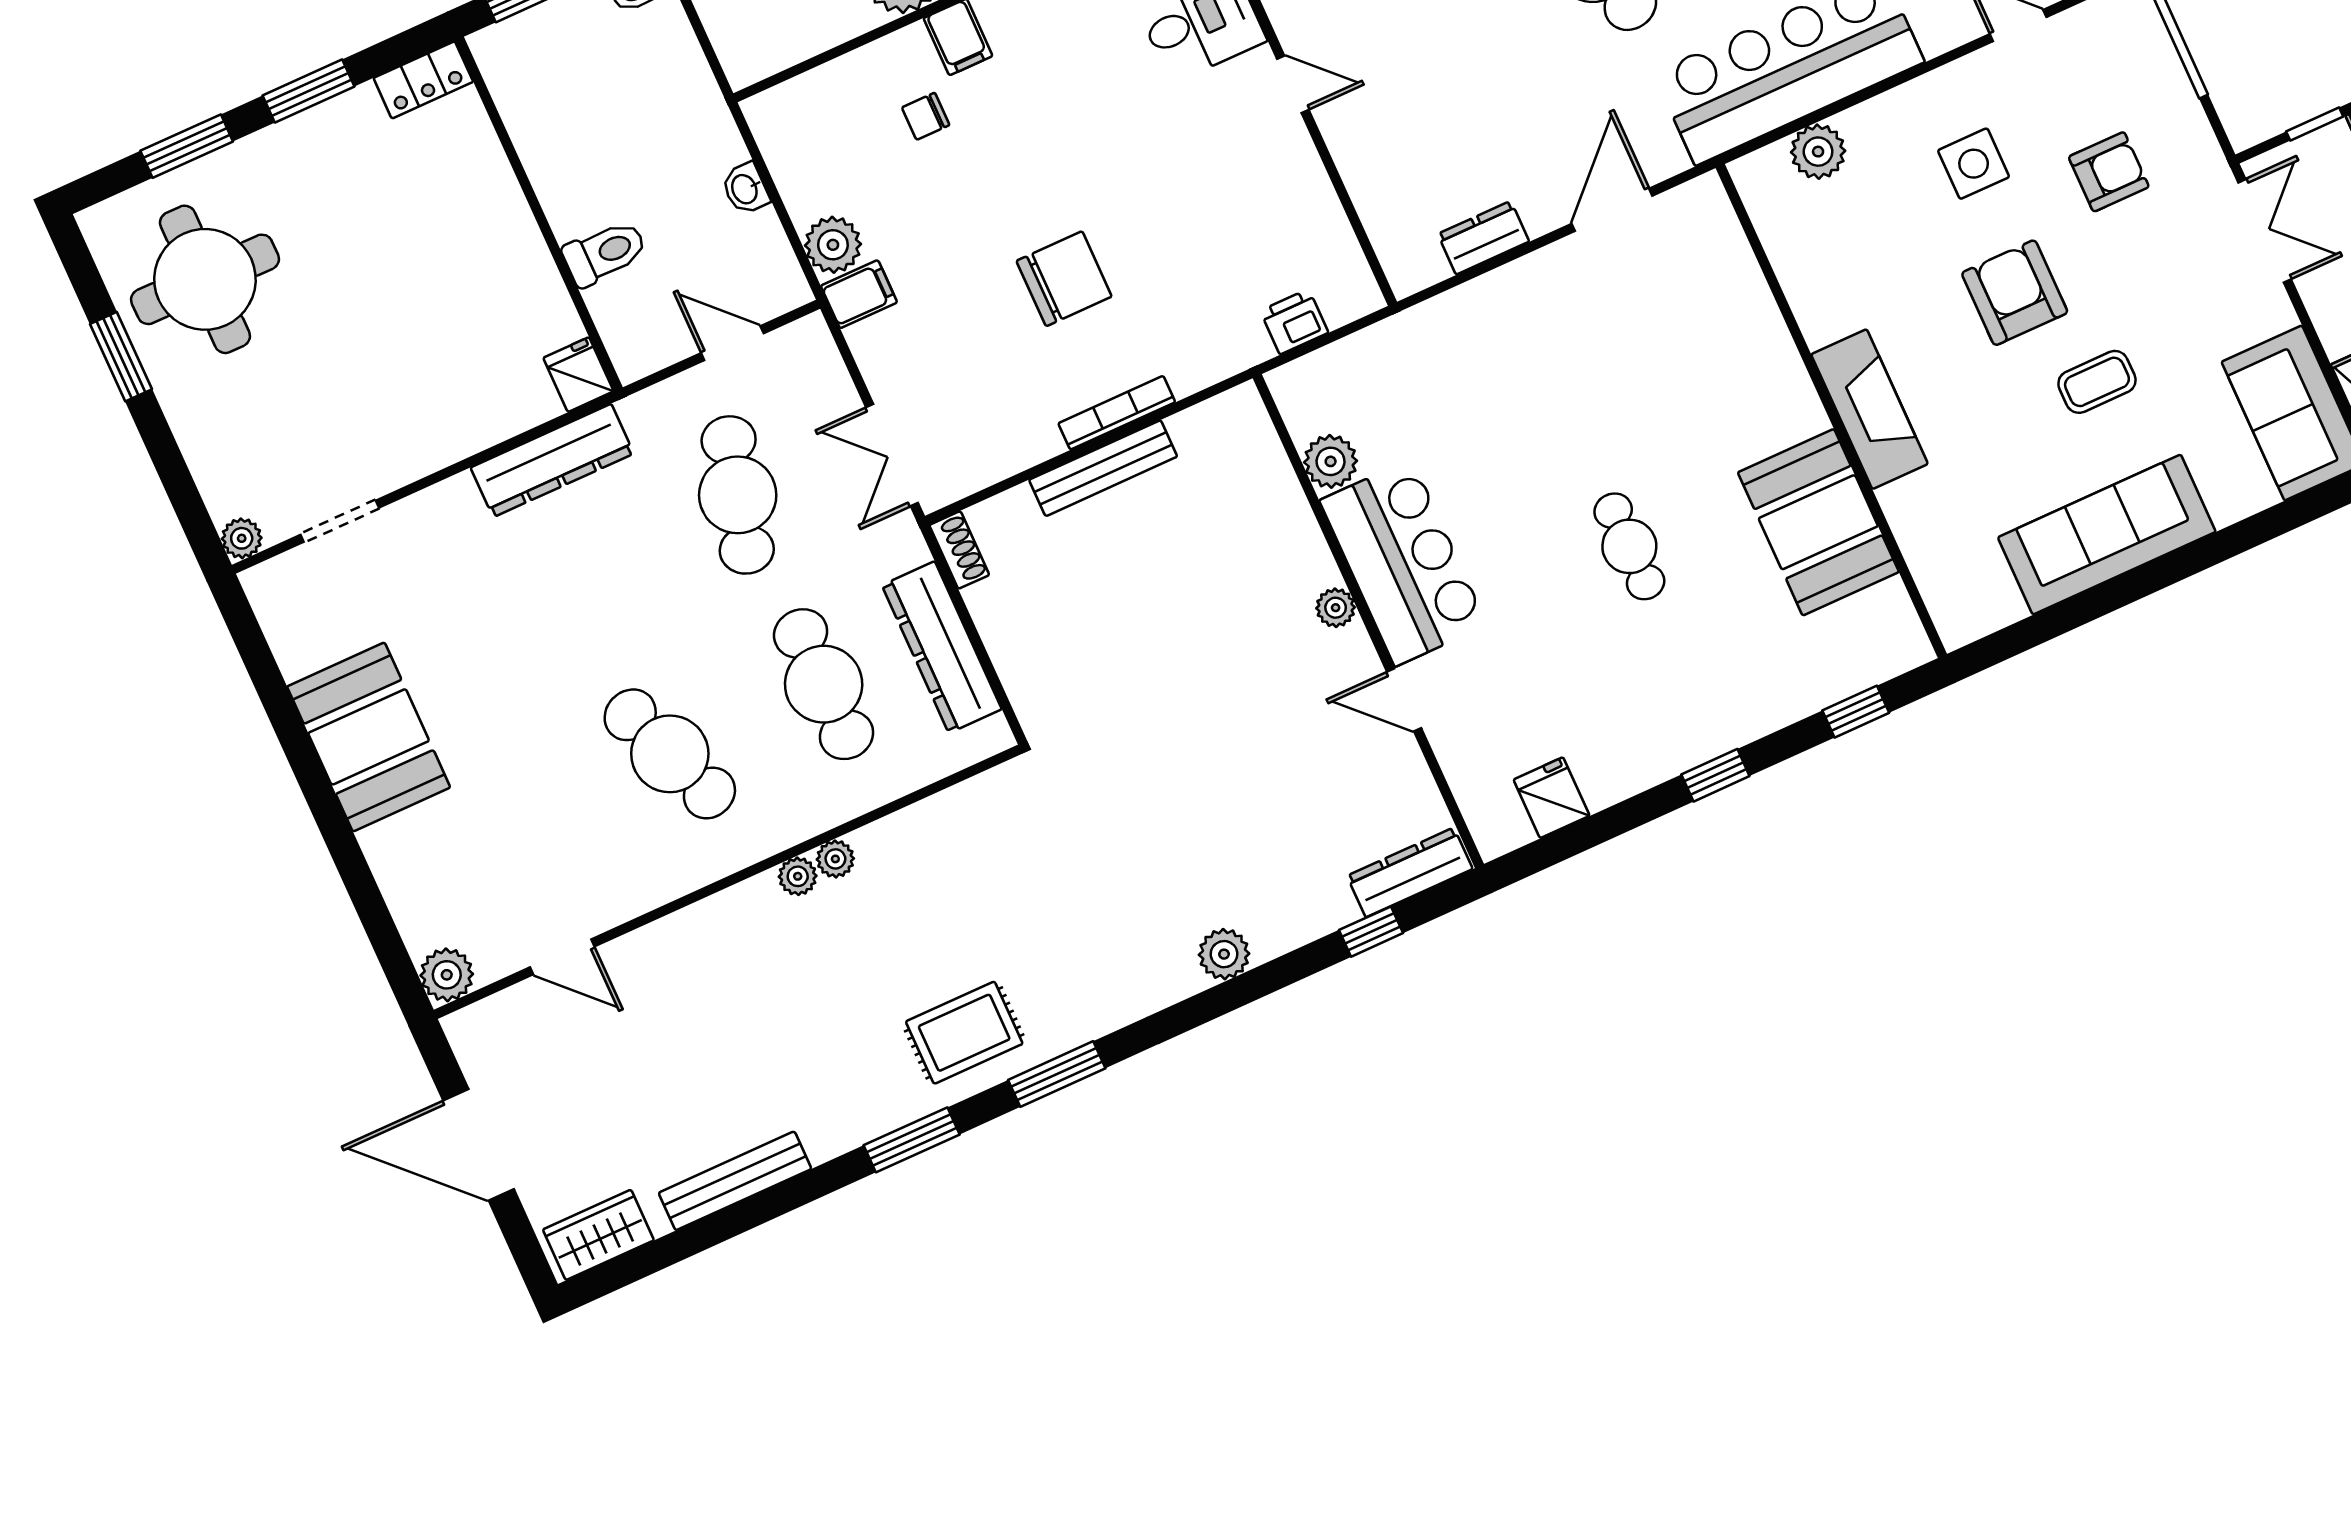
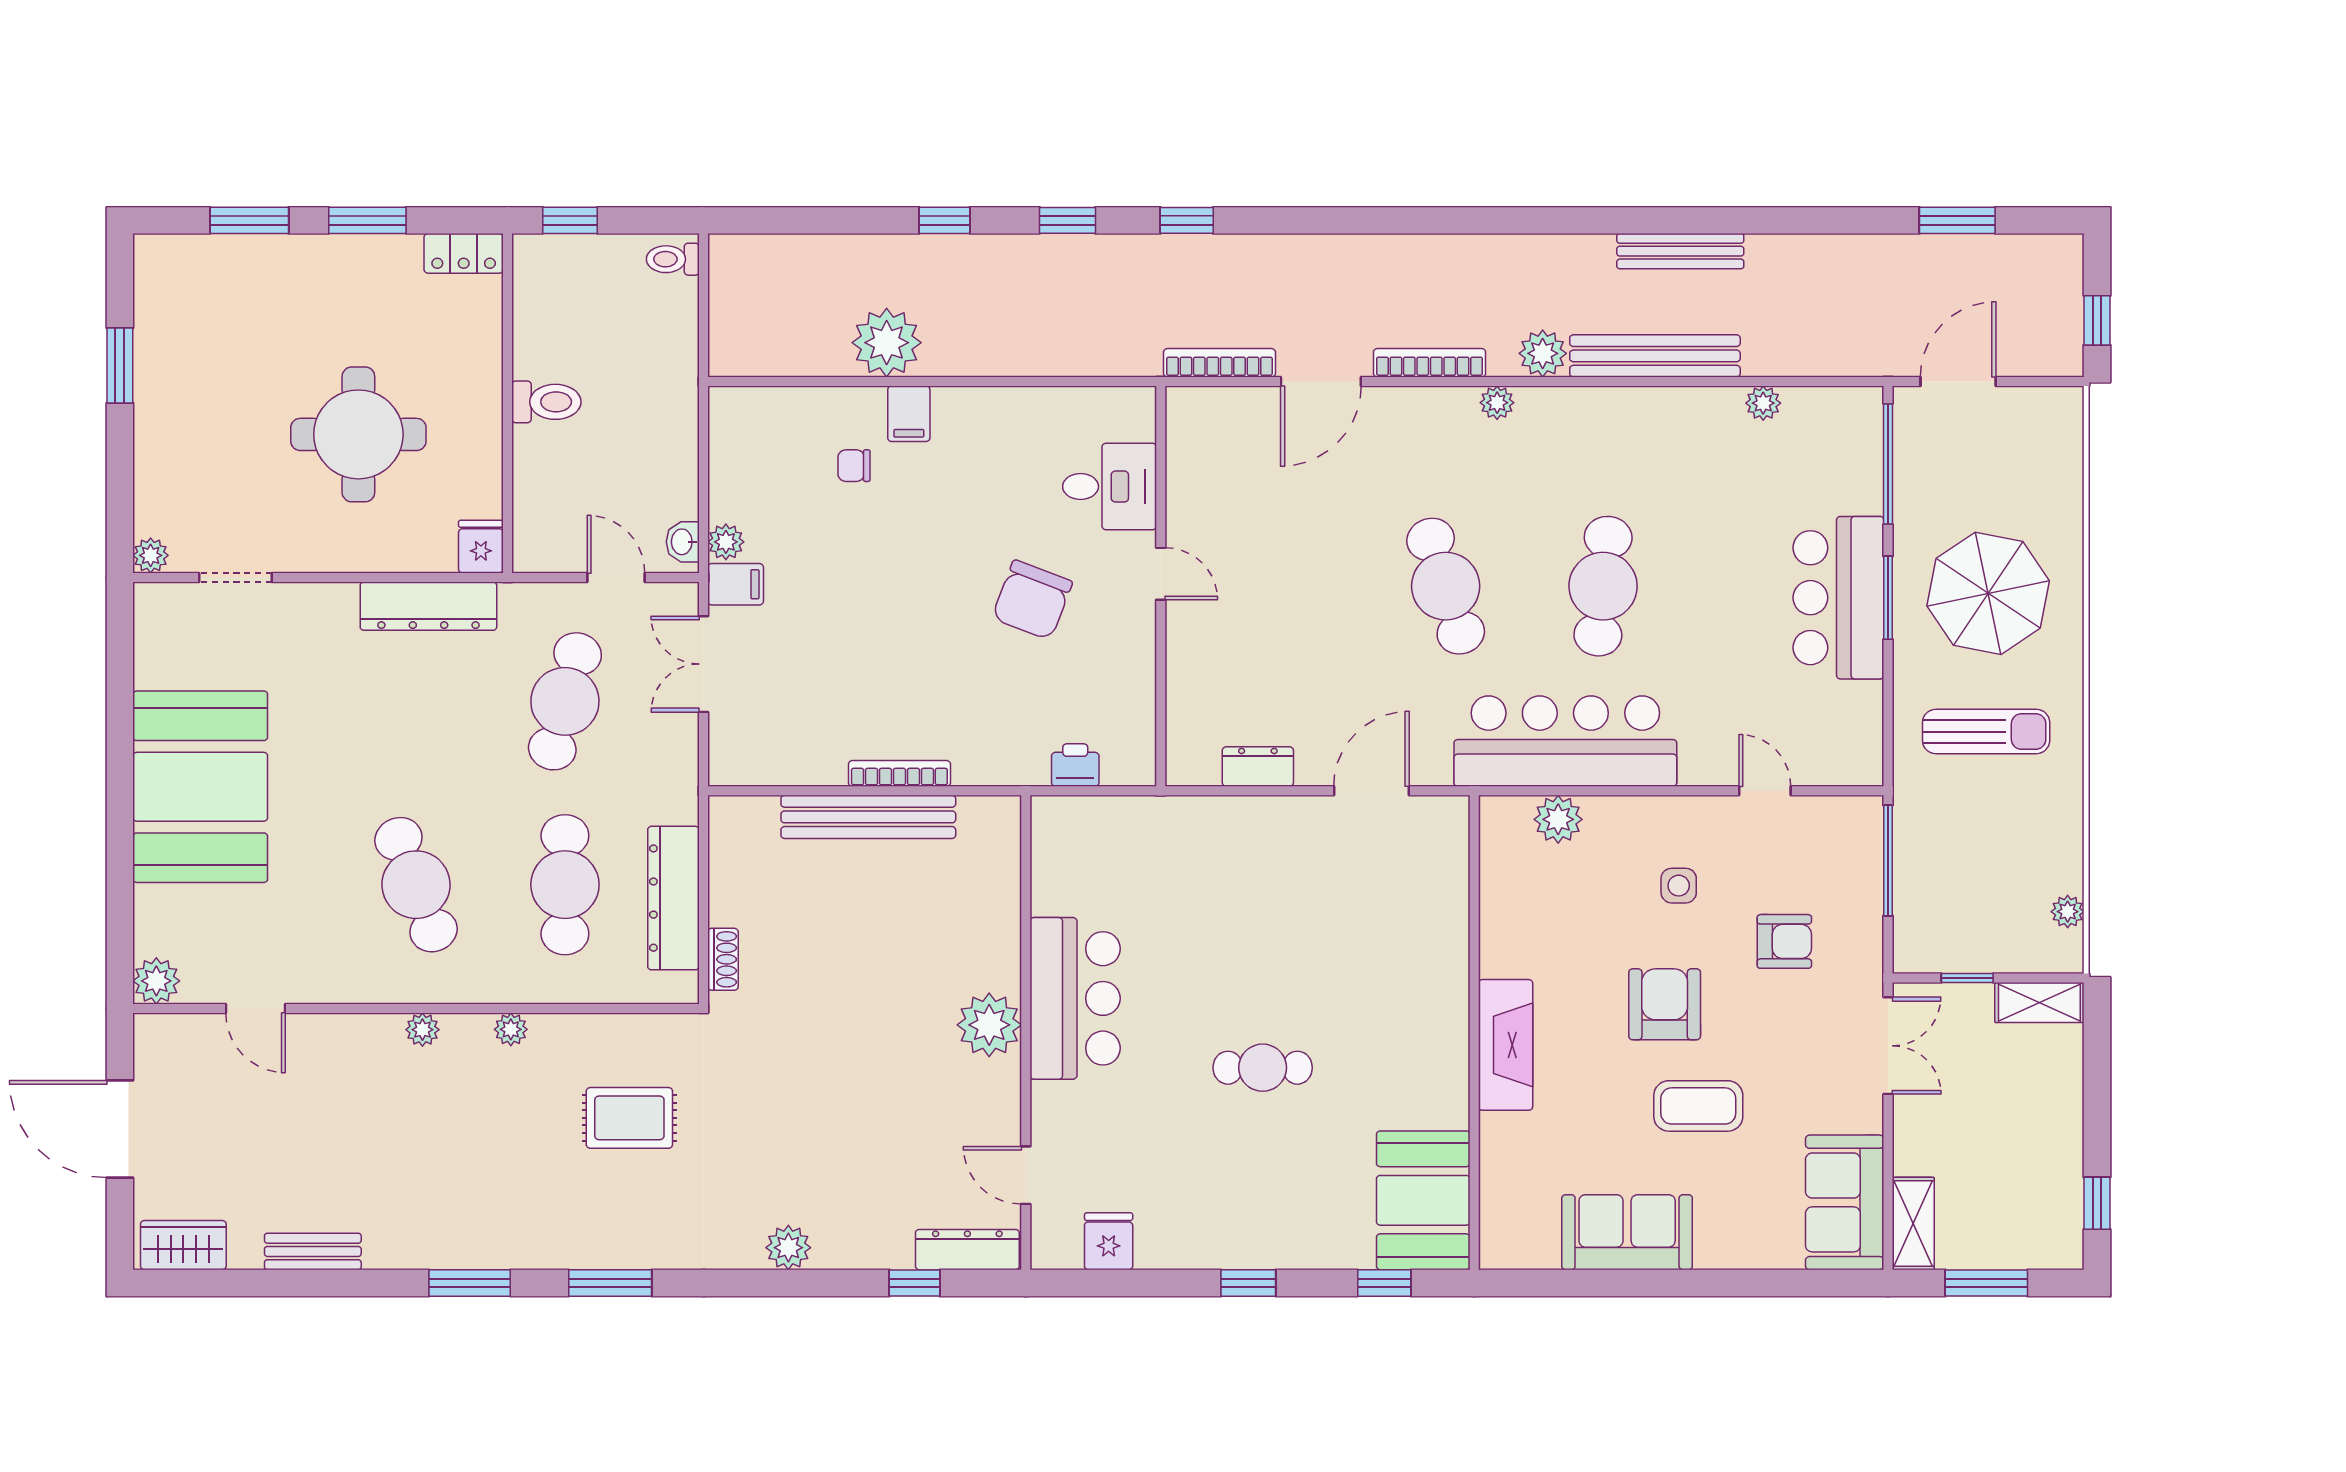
side table: (1974, 164) -> (1679, 886), width x0.73, depth x0.73
washbasin: (745, 189) -> (683, 542), moved
plant: (833, 245) -> (726, 542), width x0.73, depth x0.73
toilet: (605, 253) -> (546, 402), moved
round table: (205, 279) -> (358, 434), moved
chair: (1064, 279) -> (1032, 600), moved, turned 111
coffee table: (2097, 382) -> (1698, 1106), width x1.36, depth x1.30
double door: (892, 455) -> (703, 664), moved
plant: (1331, 461) -> (1053, 890), removed
bench: (1103, 468) -> (868, 817), width x1.37, depth x1.21
booth: (1818, 522) -> (1423, 1200), moved
sofa: (2107, 535) -> (1627, 1232), width x0.73
cafe table: (1629, 546) -> (1263, 1068), turned 90
shoe rack: (959, 550) -> (723, 959), moved
plant: (1336, 608) -> (989, 1025), width x1.88, depth x1.88
door: (1404, 700) -> (1026, 1175), moved
booth: (369, 737) -> (200, 787), width x1.36, depth x1.42
plant: (798, 876) -> (422, 1030), moved
rug: (964, 1033) -> (629, 1118), moved
bench: (735, 1181) -> (313, 1251), width x0.73

